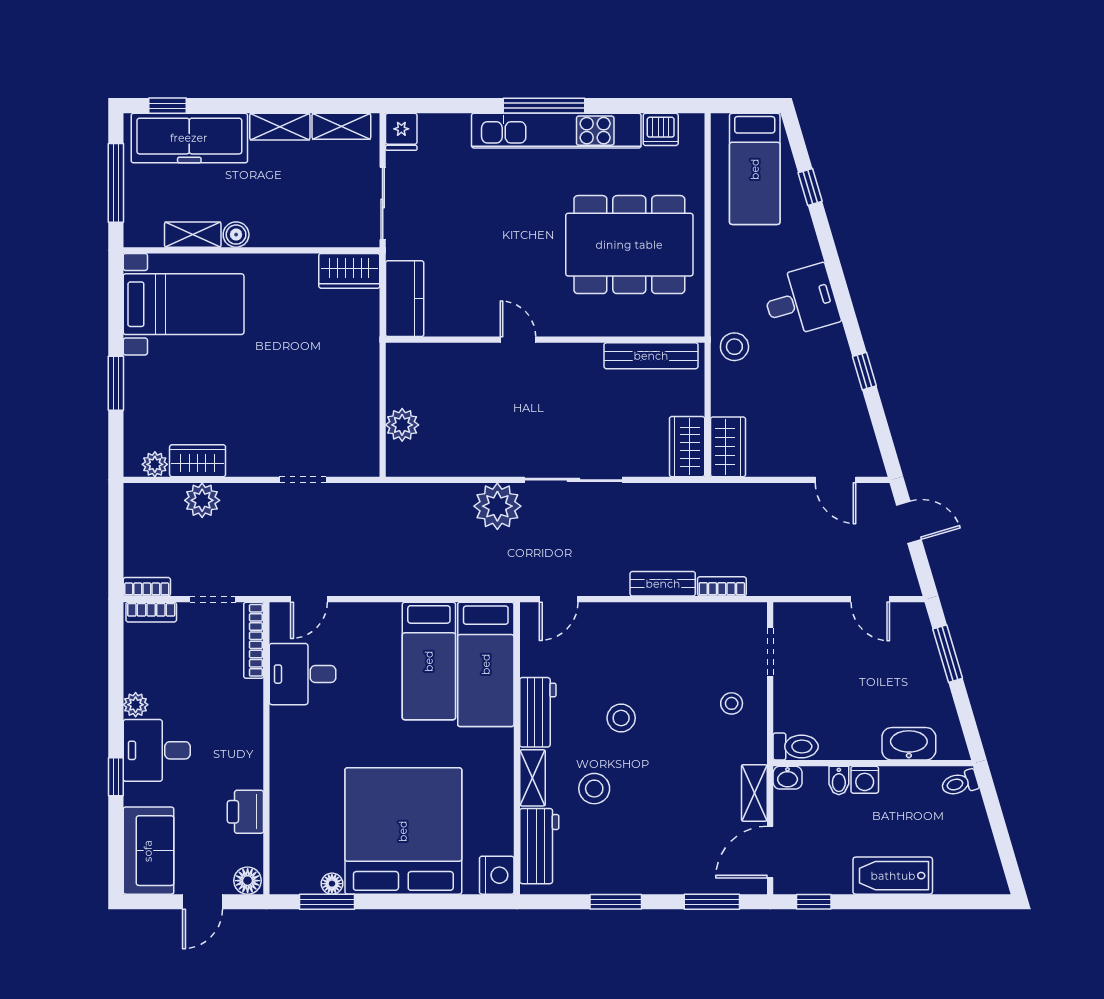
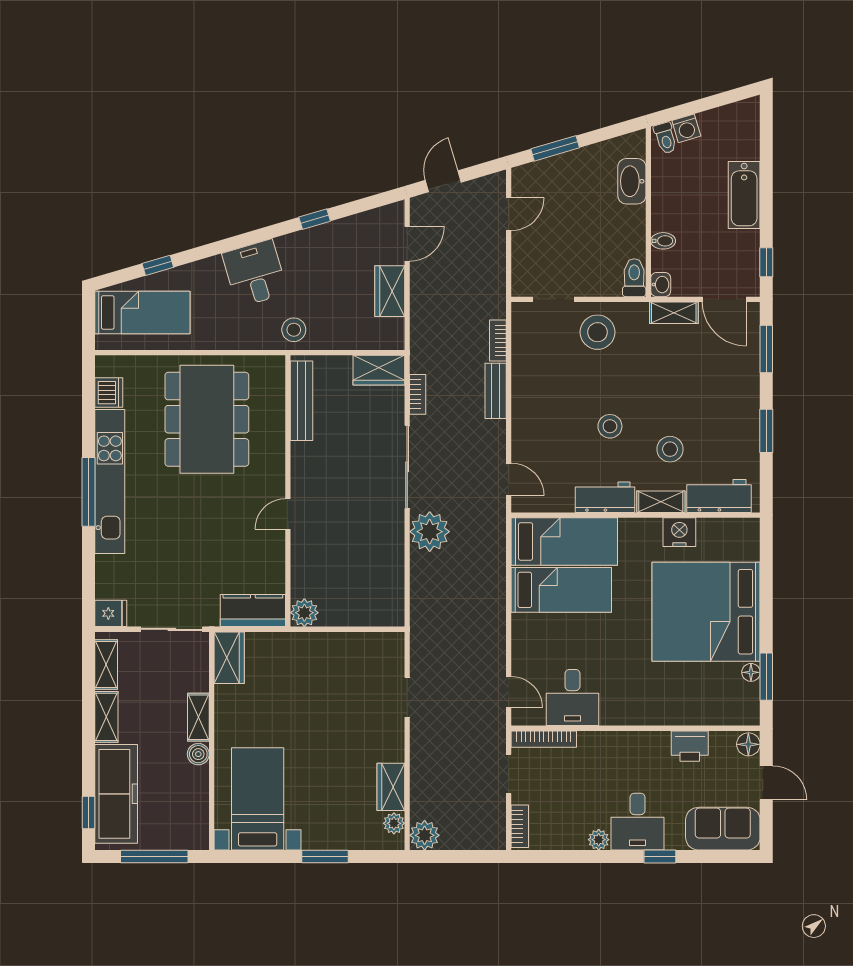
shelving: (193, 235) -> (198, 717), moved
plant: (402, 425) -> (304, 613), moved
wardrobe: (728, 447) -> (390, 291), moved, turned -90
plant: (202, 500) -> (425, 835), moved
bookcase: (147, 587) -> (418, 394), moved, turned 180
stool: (732, 703) -> (598, 332), width x1.89, depth x1.89
washing machine: (865, 780) -> (686, 128), moved, turned 74
nightstand: (497, 875) -> (679, 532), moved

